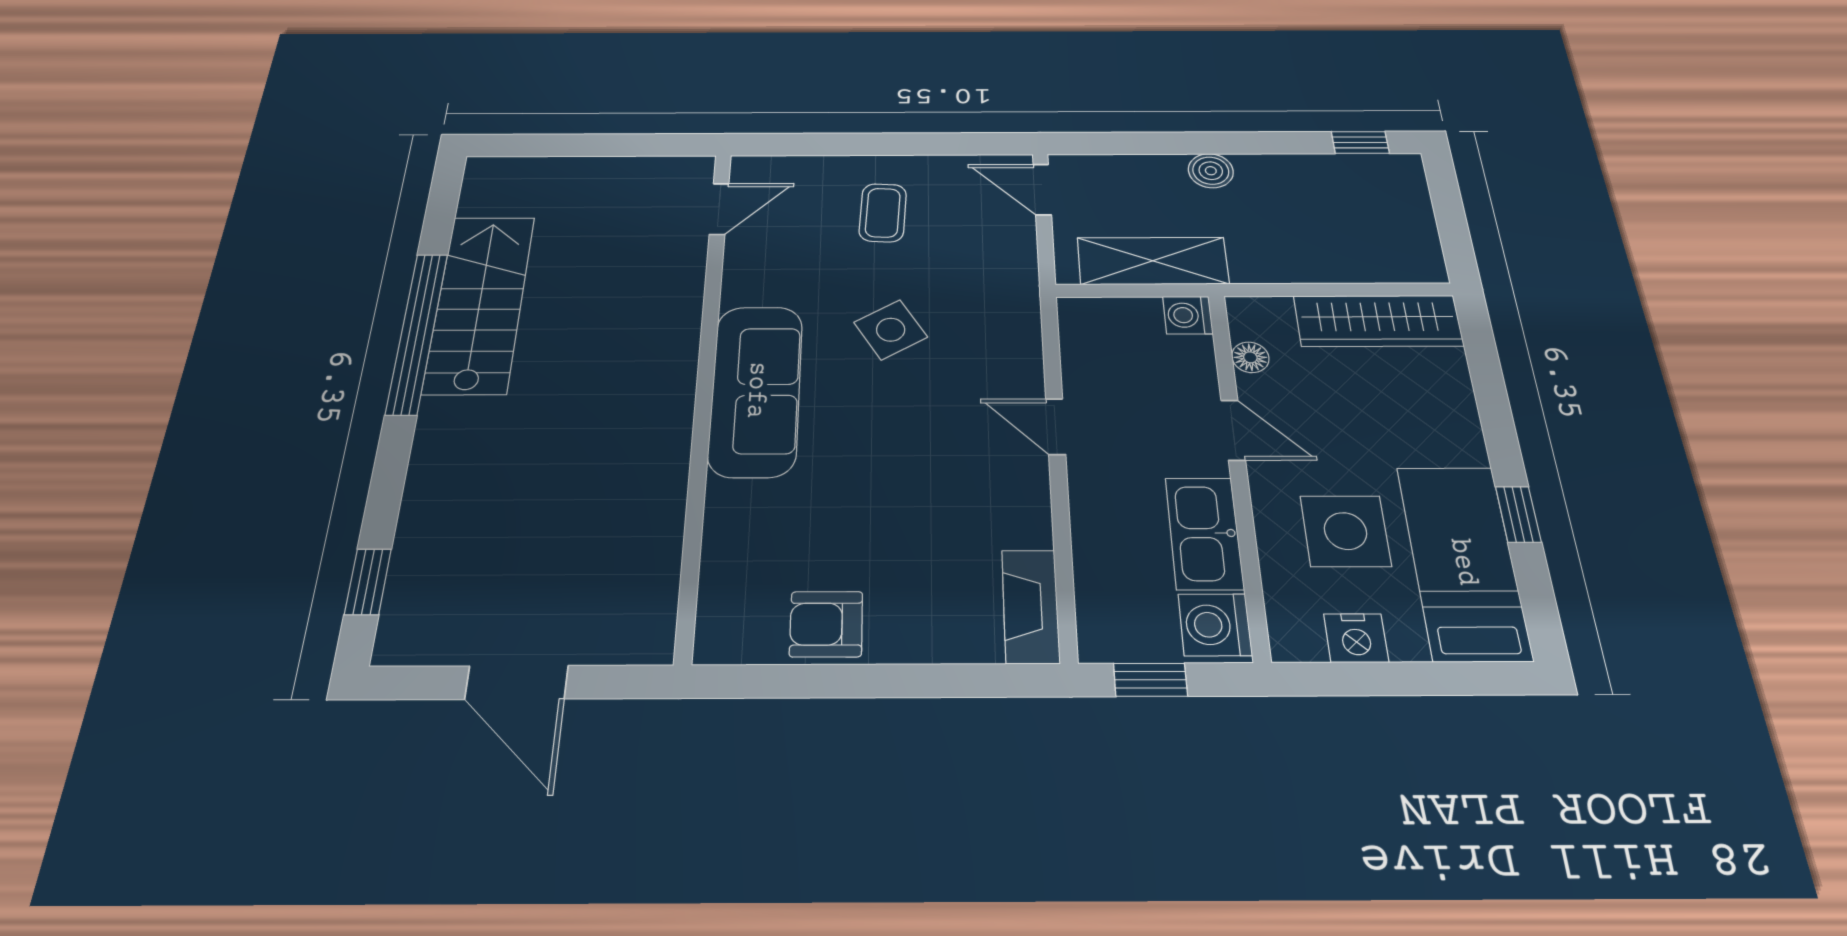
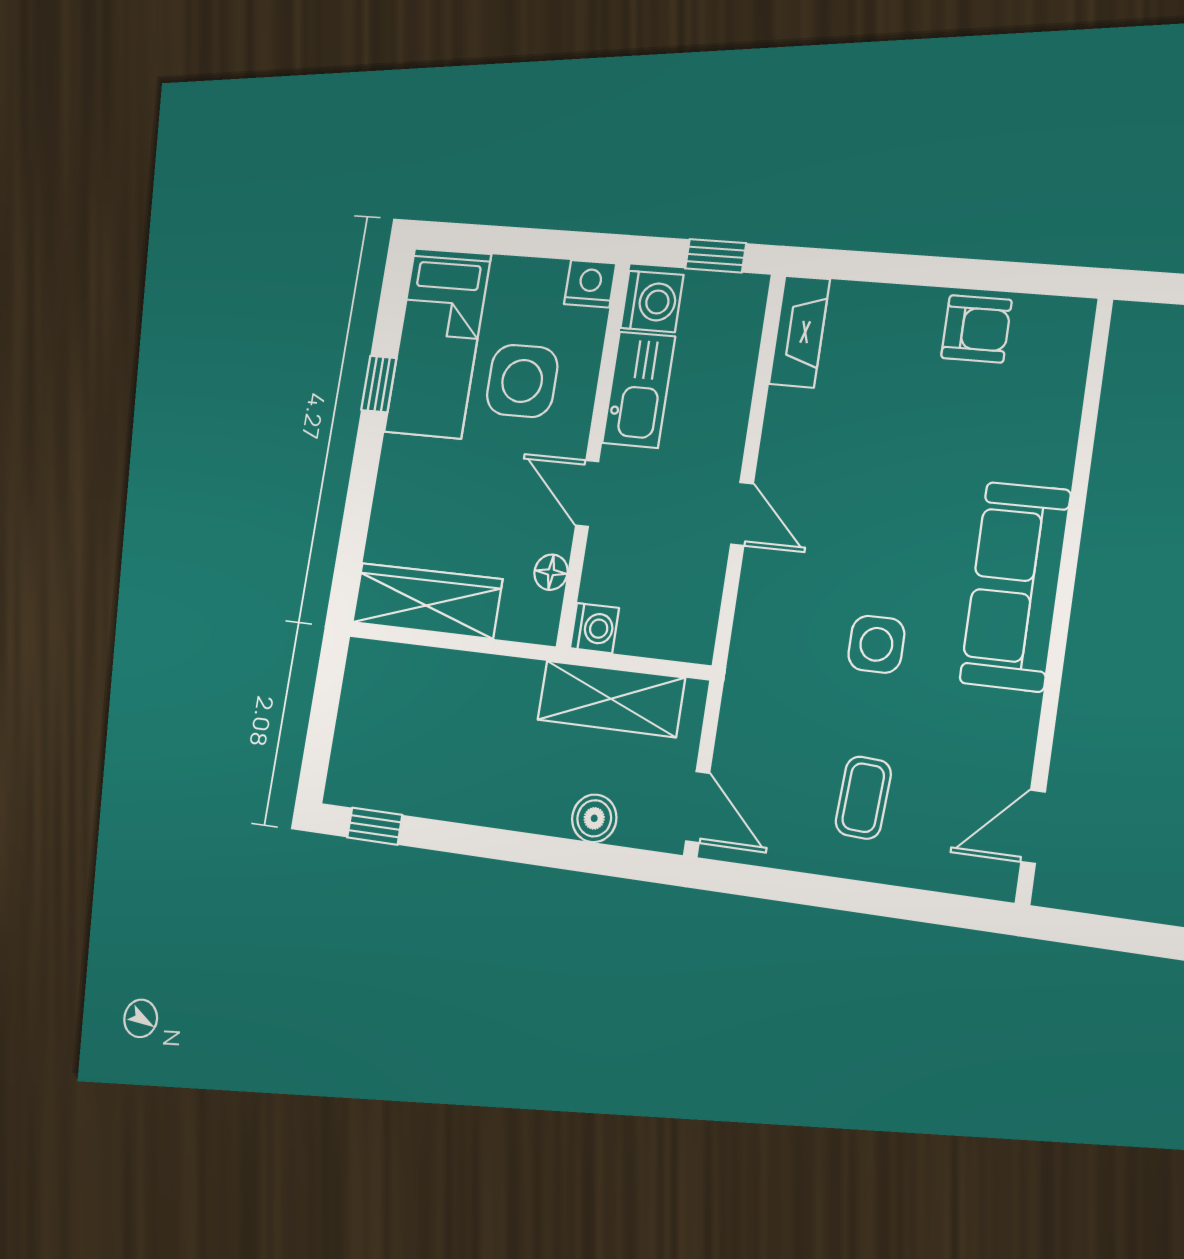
boiler: (1211, 171) -> (594, 818), moved
side table: (891, 330) -> (876, 644), turned 31
nightstand: (1356, 638) -> (590, 284), moved

